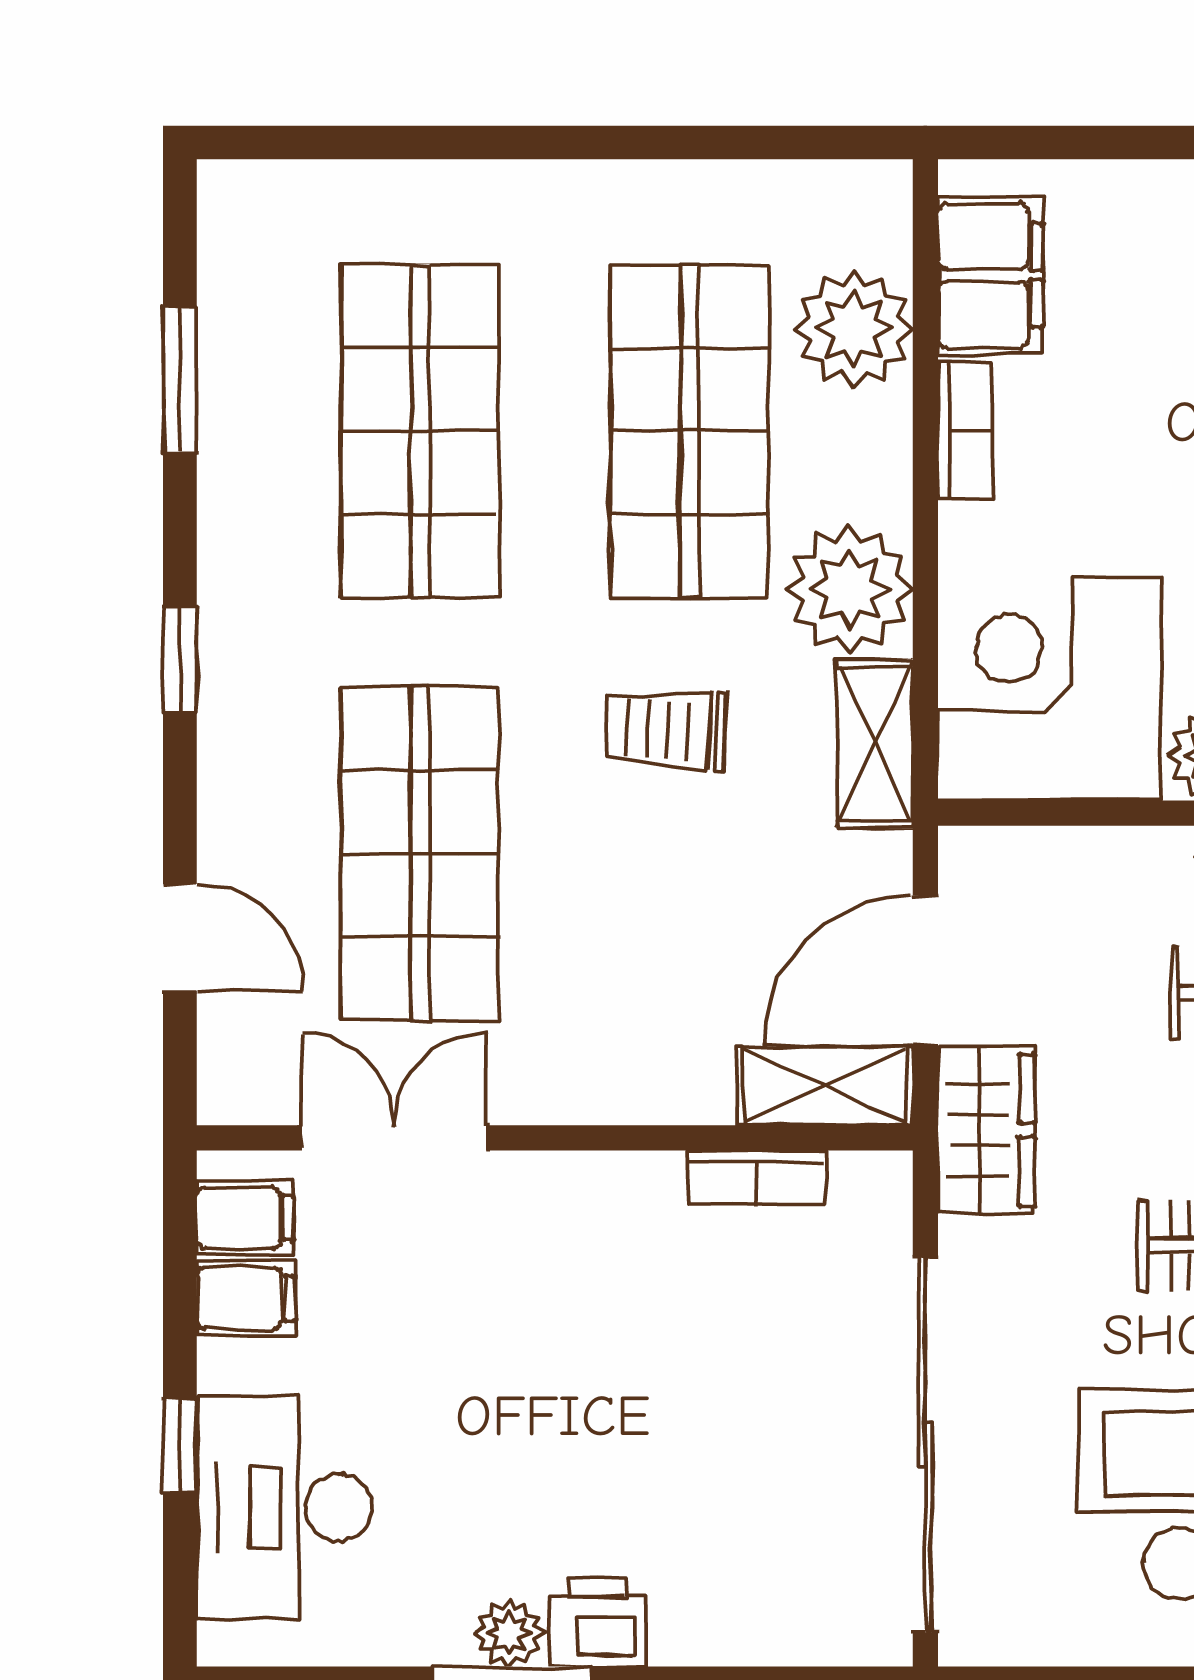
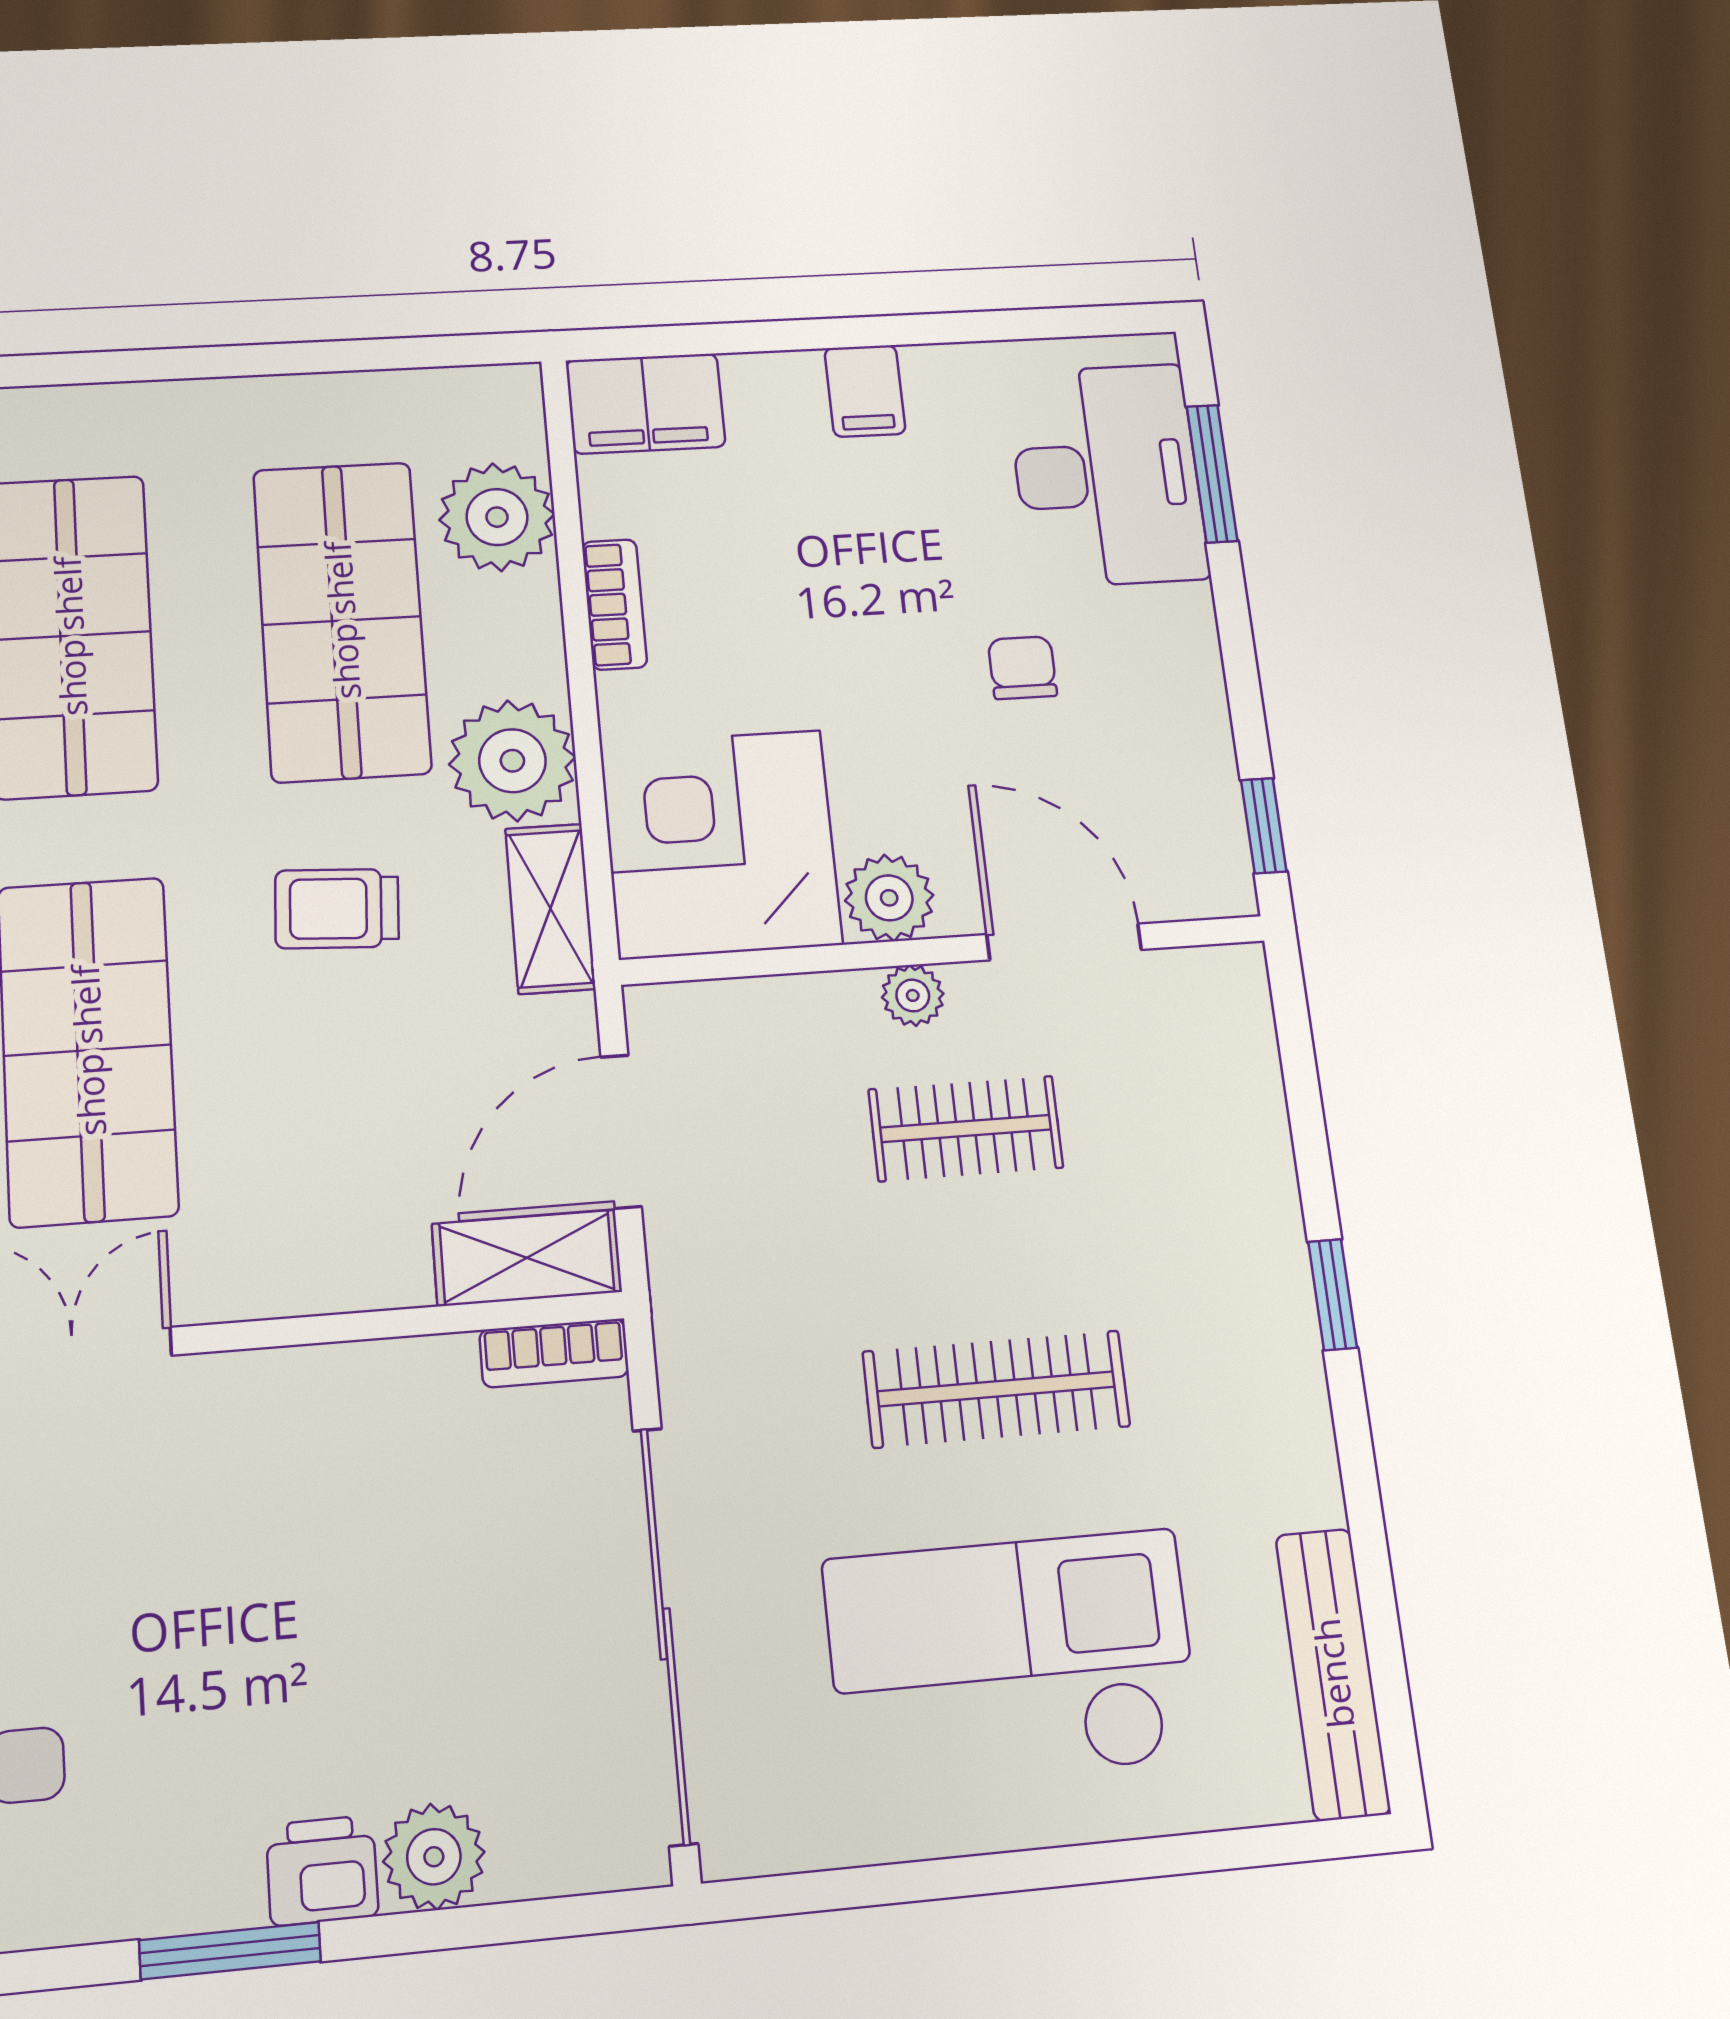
filing cabinet: (990, 275) -> (645, 404), moved, turned 90
wardrobe: (986, 1130) -> (699, 1291), removed
bookcase: (756, 1178) -> (554, 1353), moved
plant: (509, 1633) -> (434, 1857), moved, width x1.38, depth x1.38

